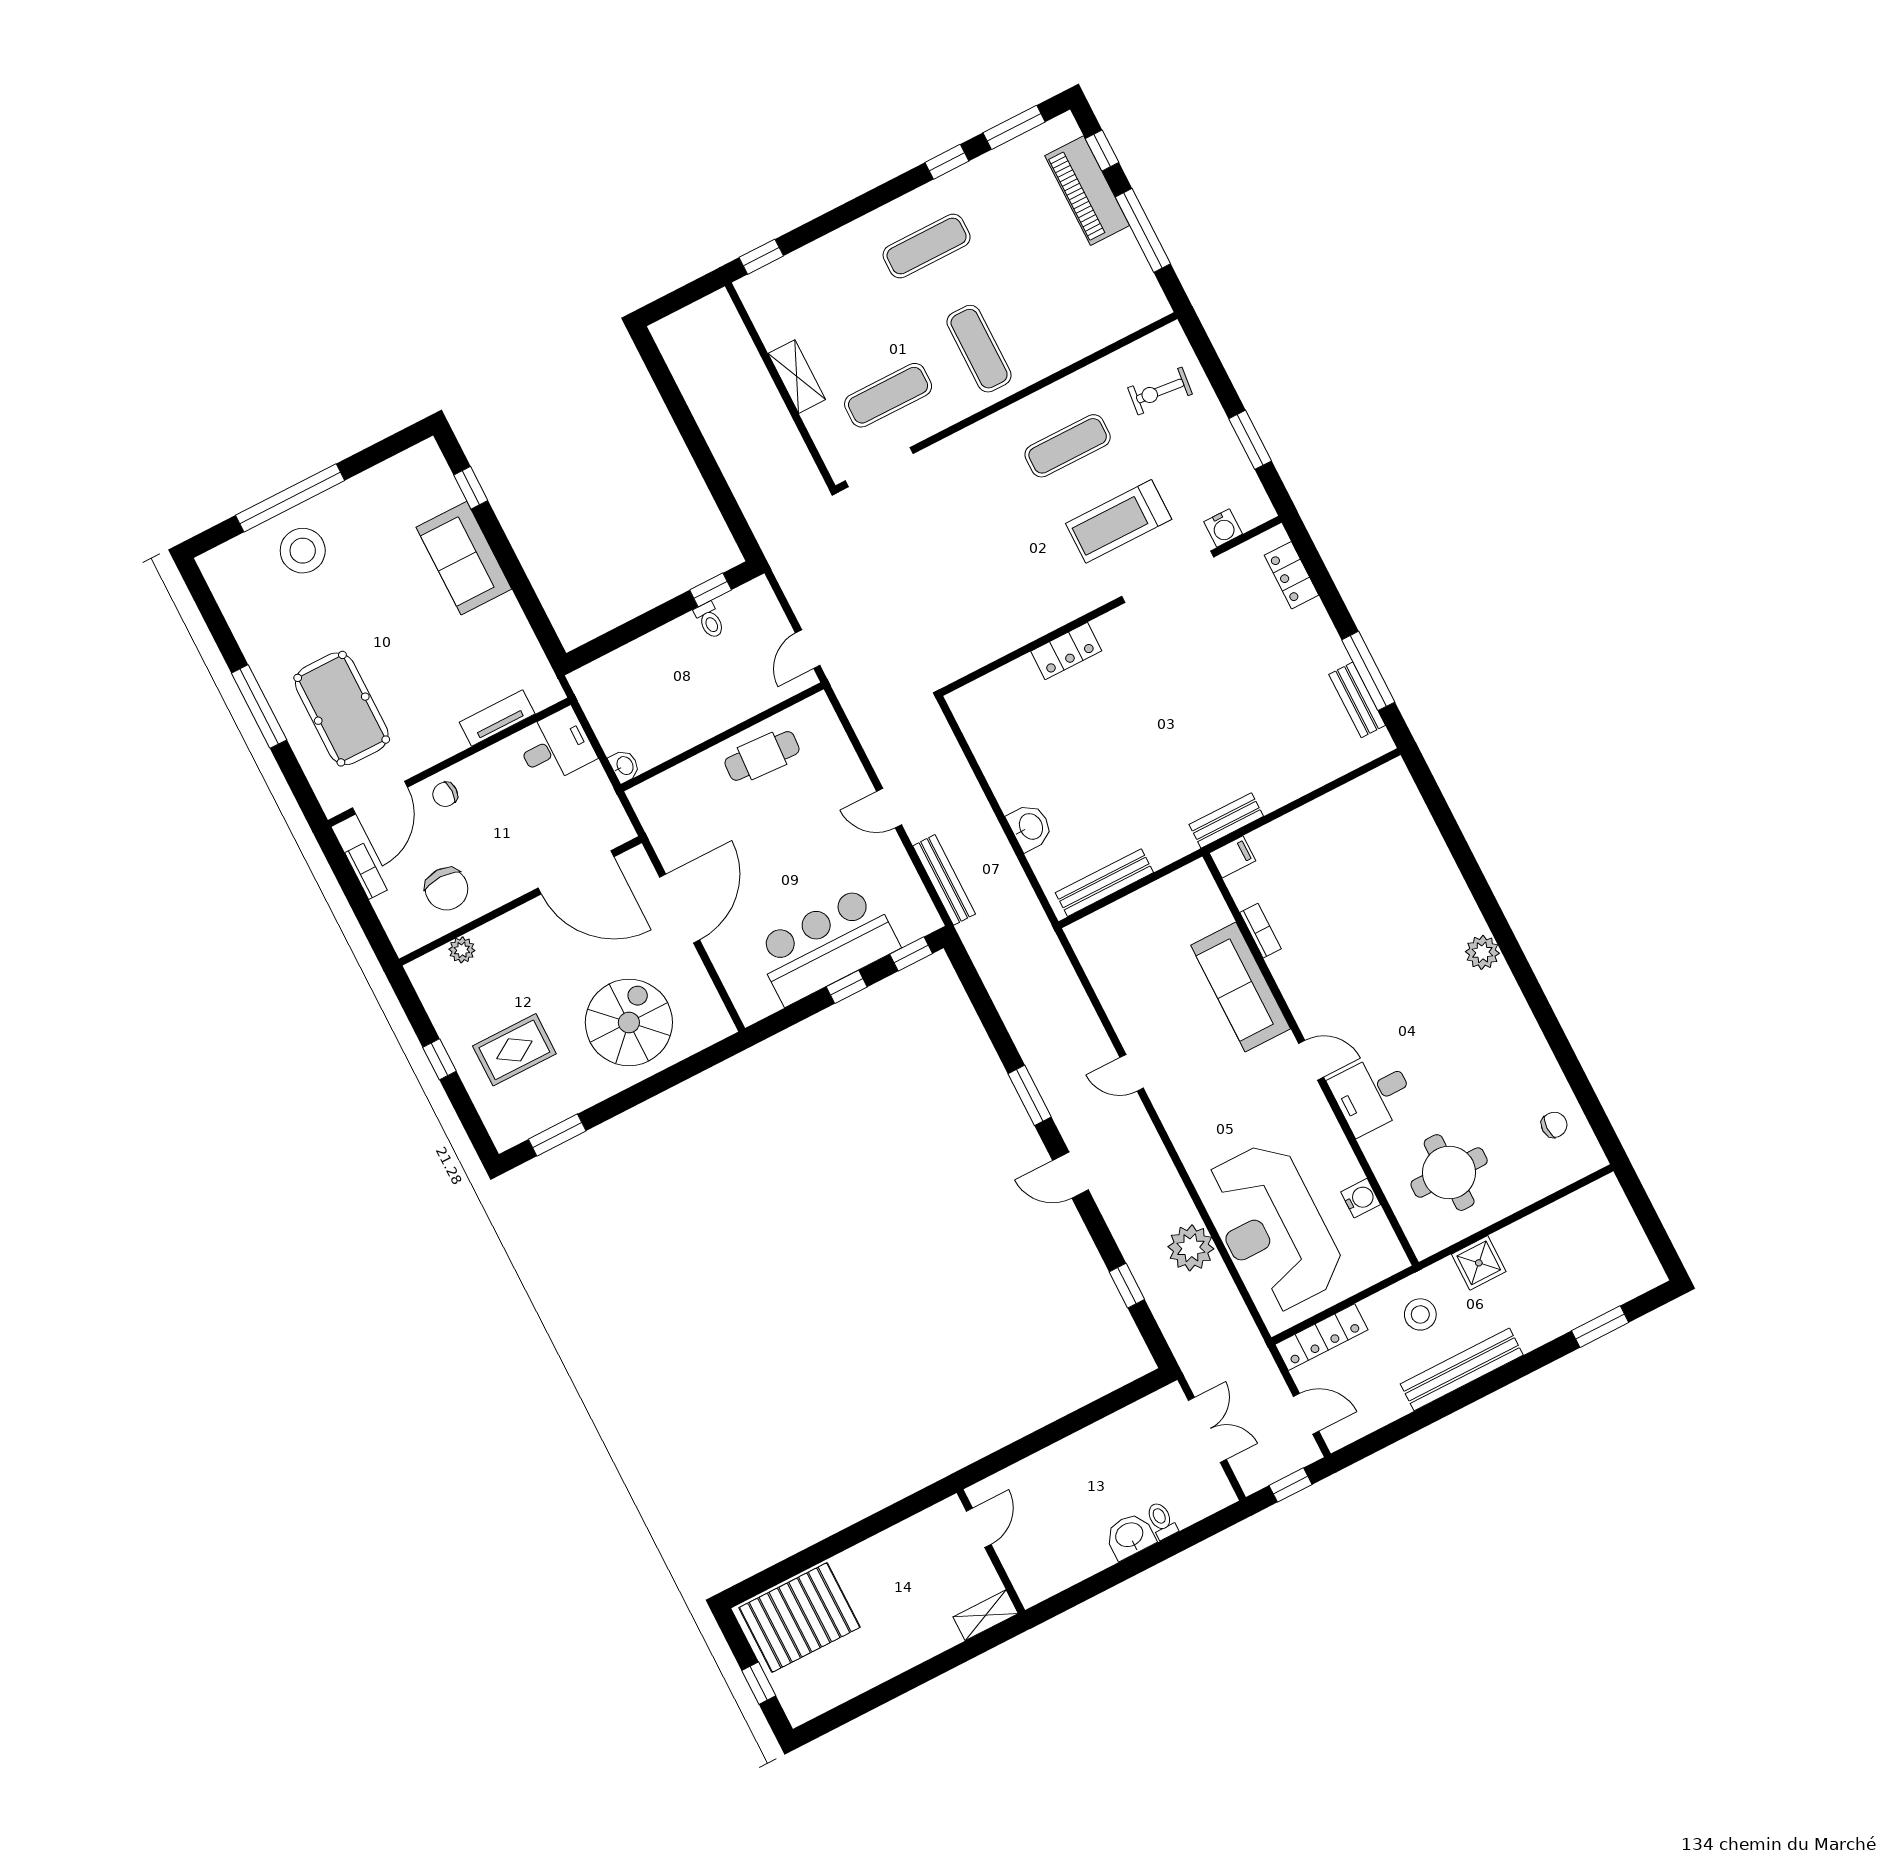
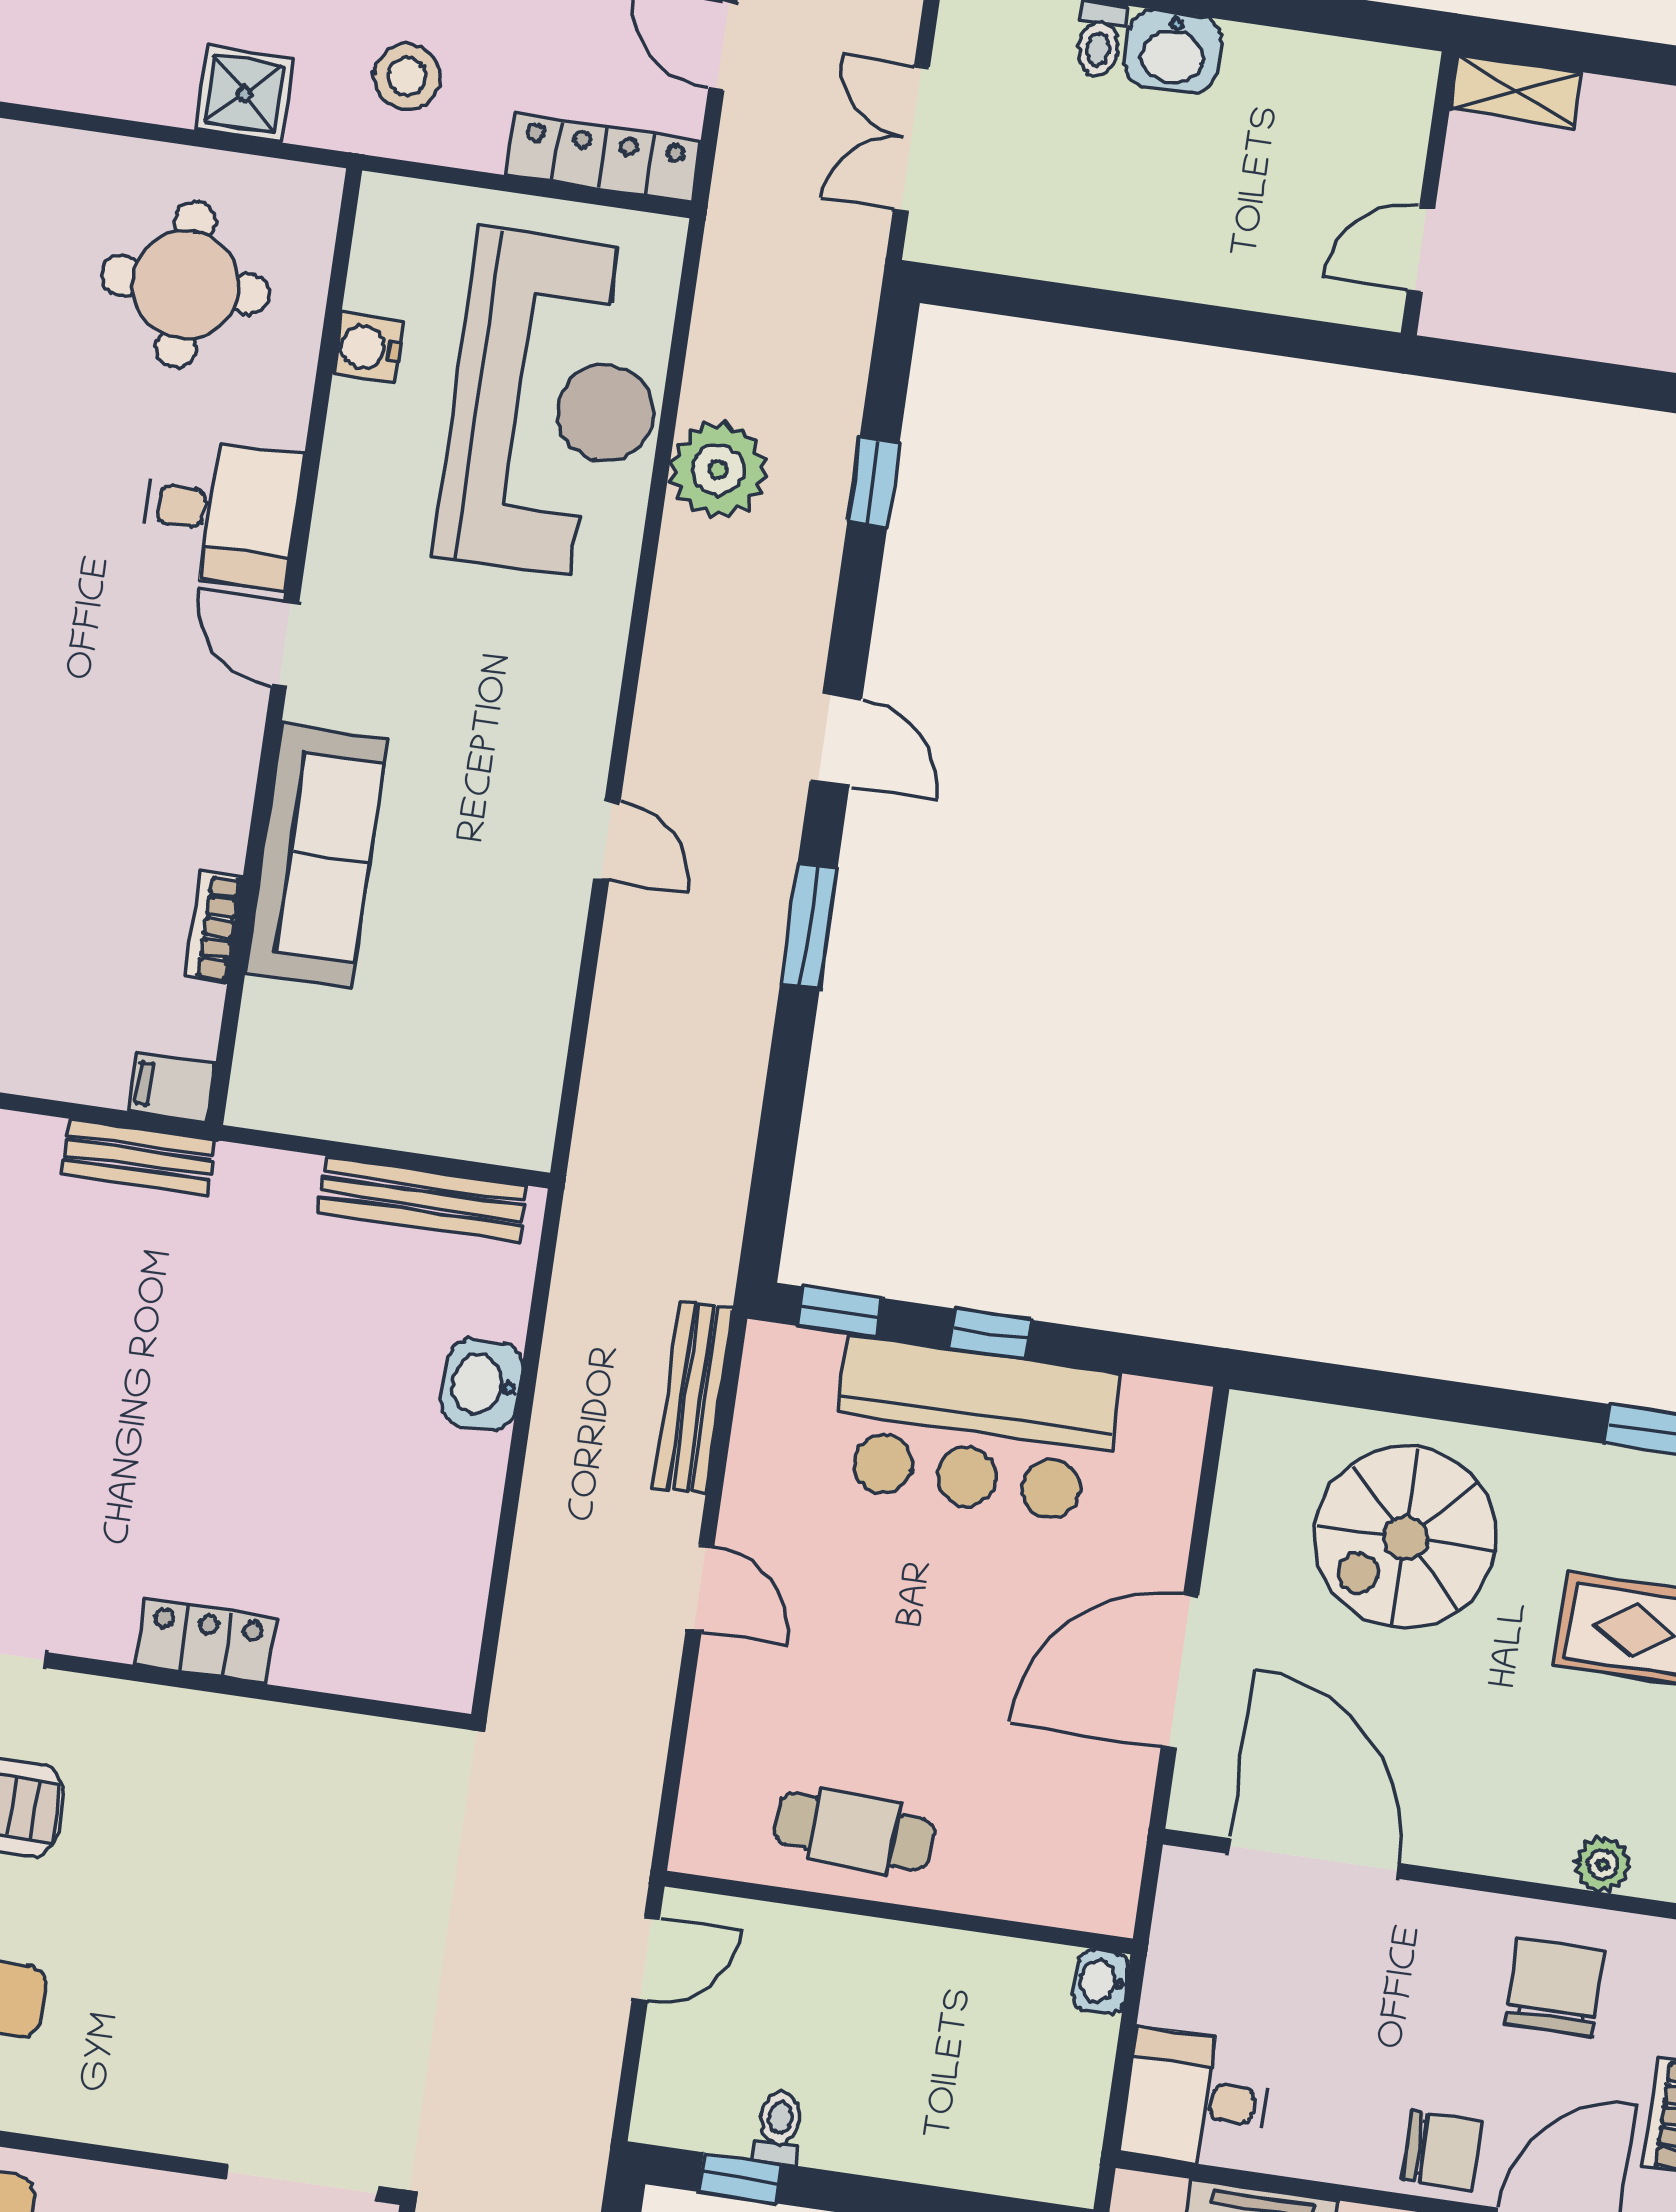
chair: (445, 794) -> (1442, 2151), width x1.37, depth x1.37

